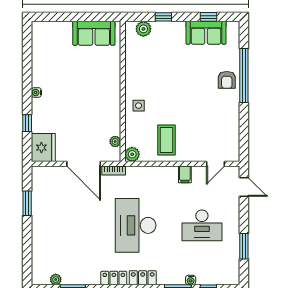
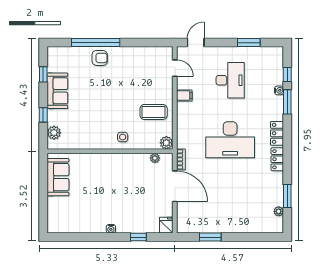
sofa: (206, 33) -> (57, 91), moved
fridge: (43, 148) -> (166, 225), width x0.53, depth x0.75
door: (84, 164) -> (175, 186), hinge flipped

